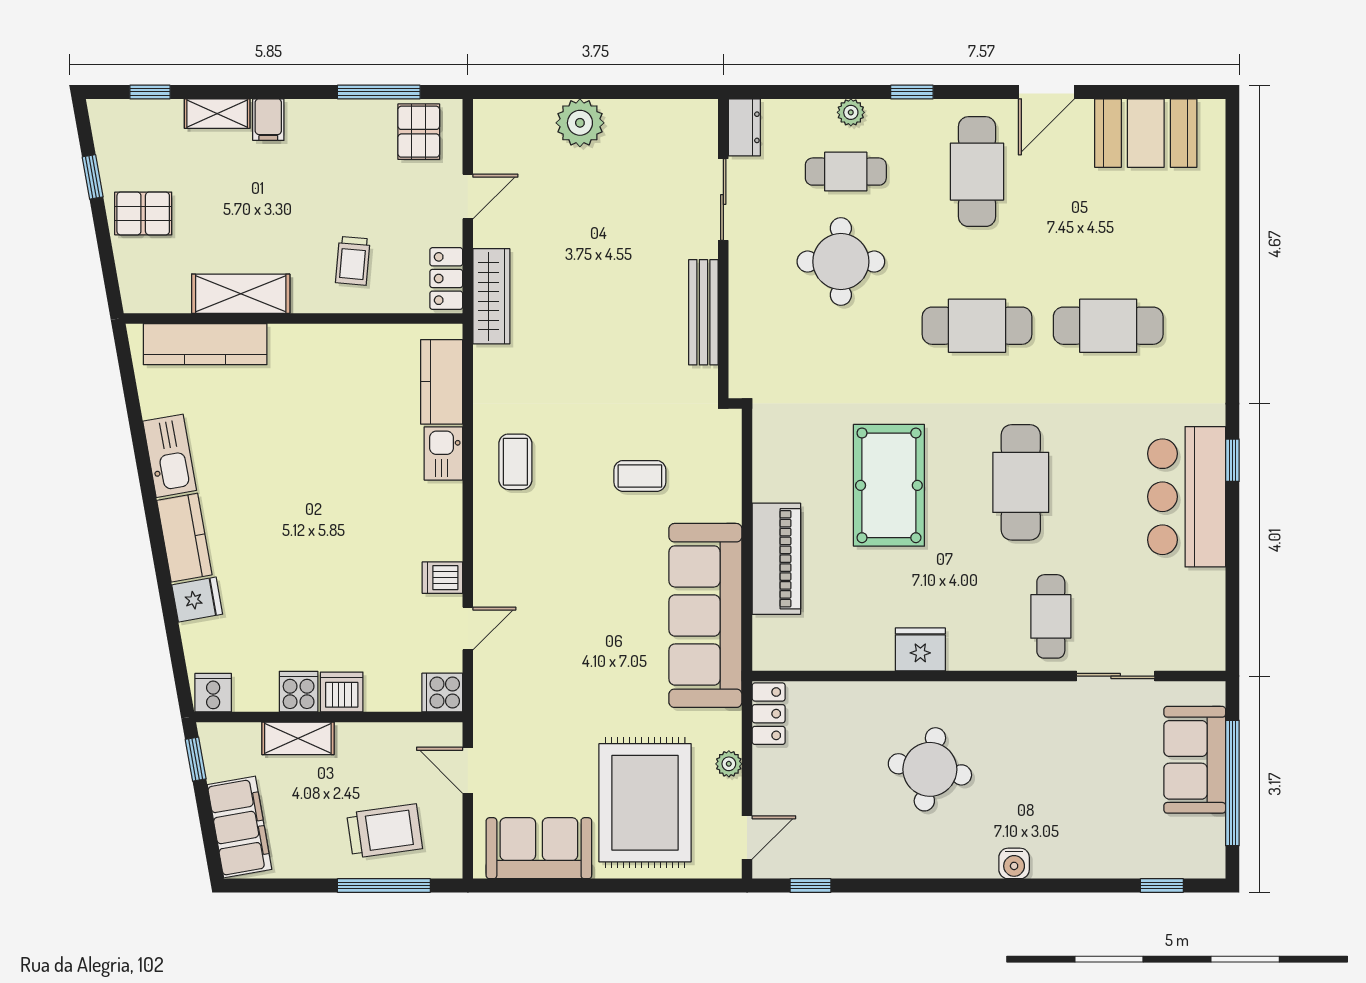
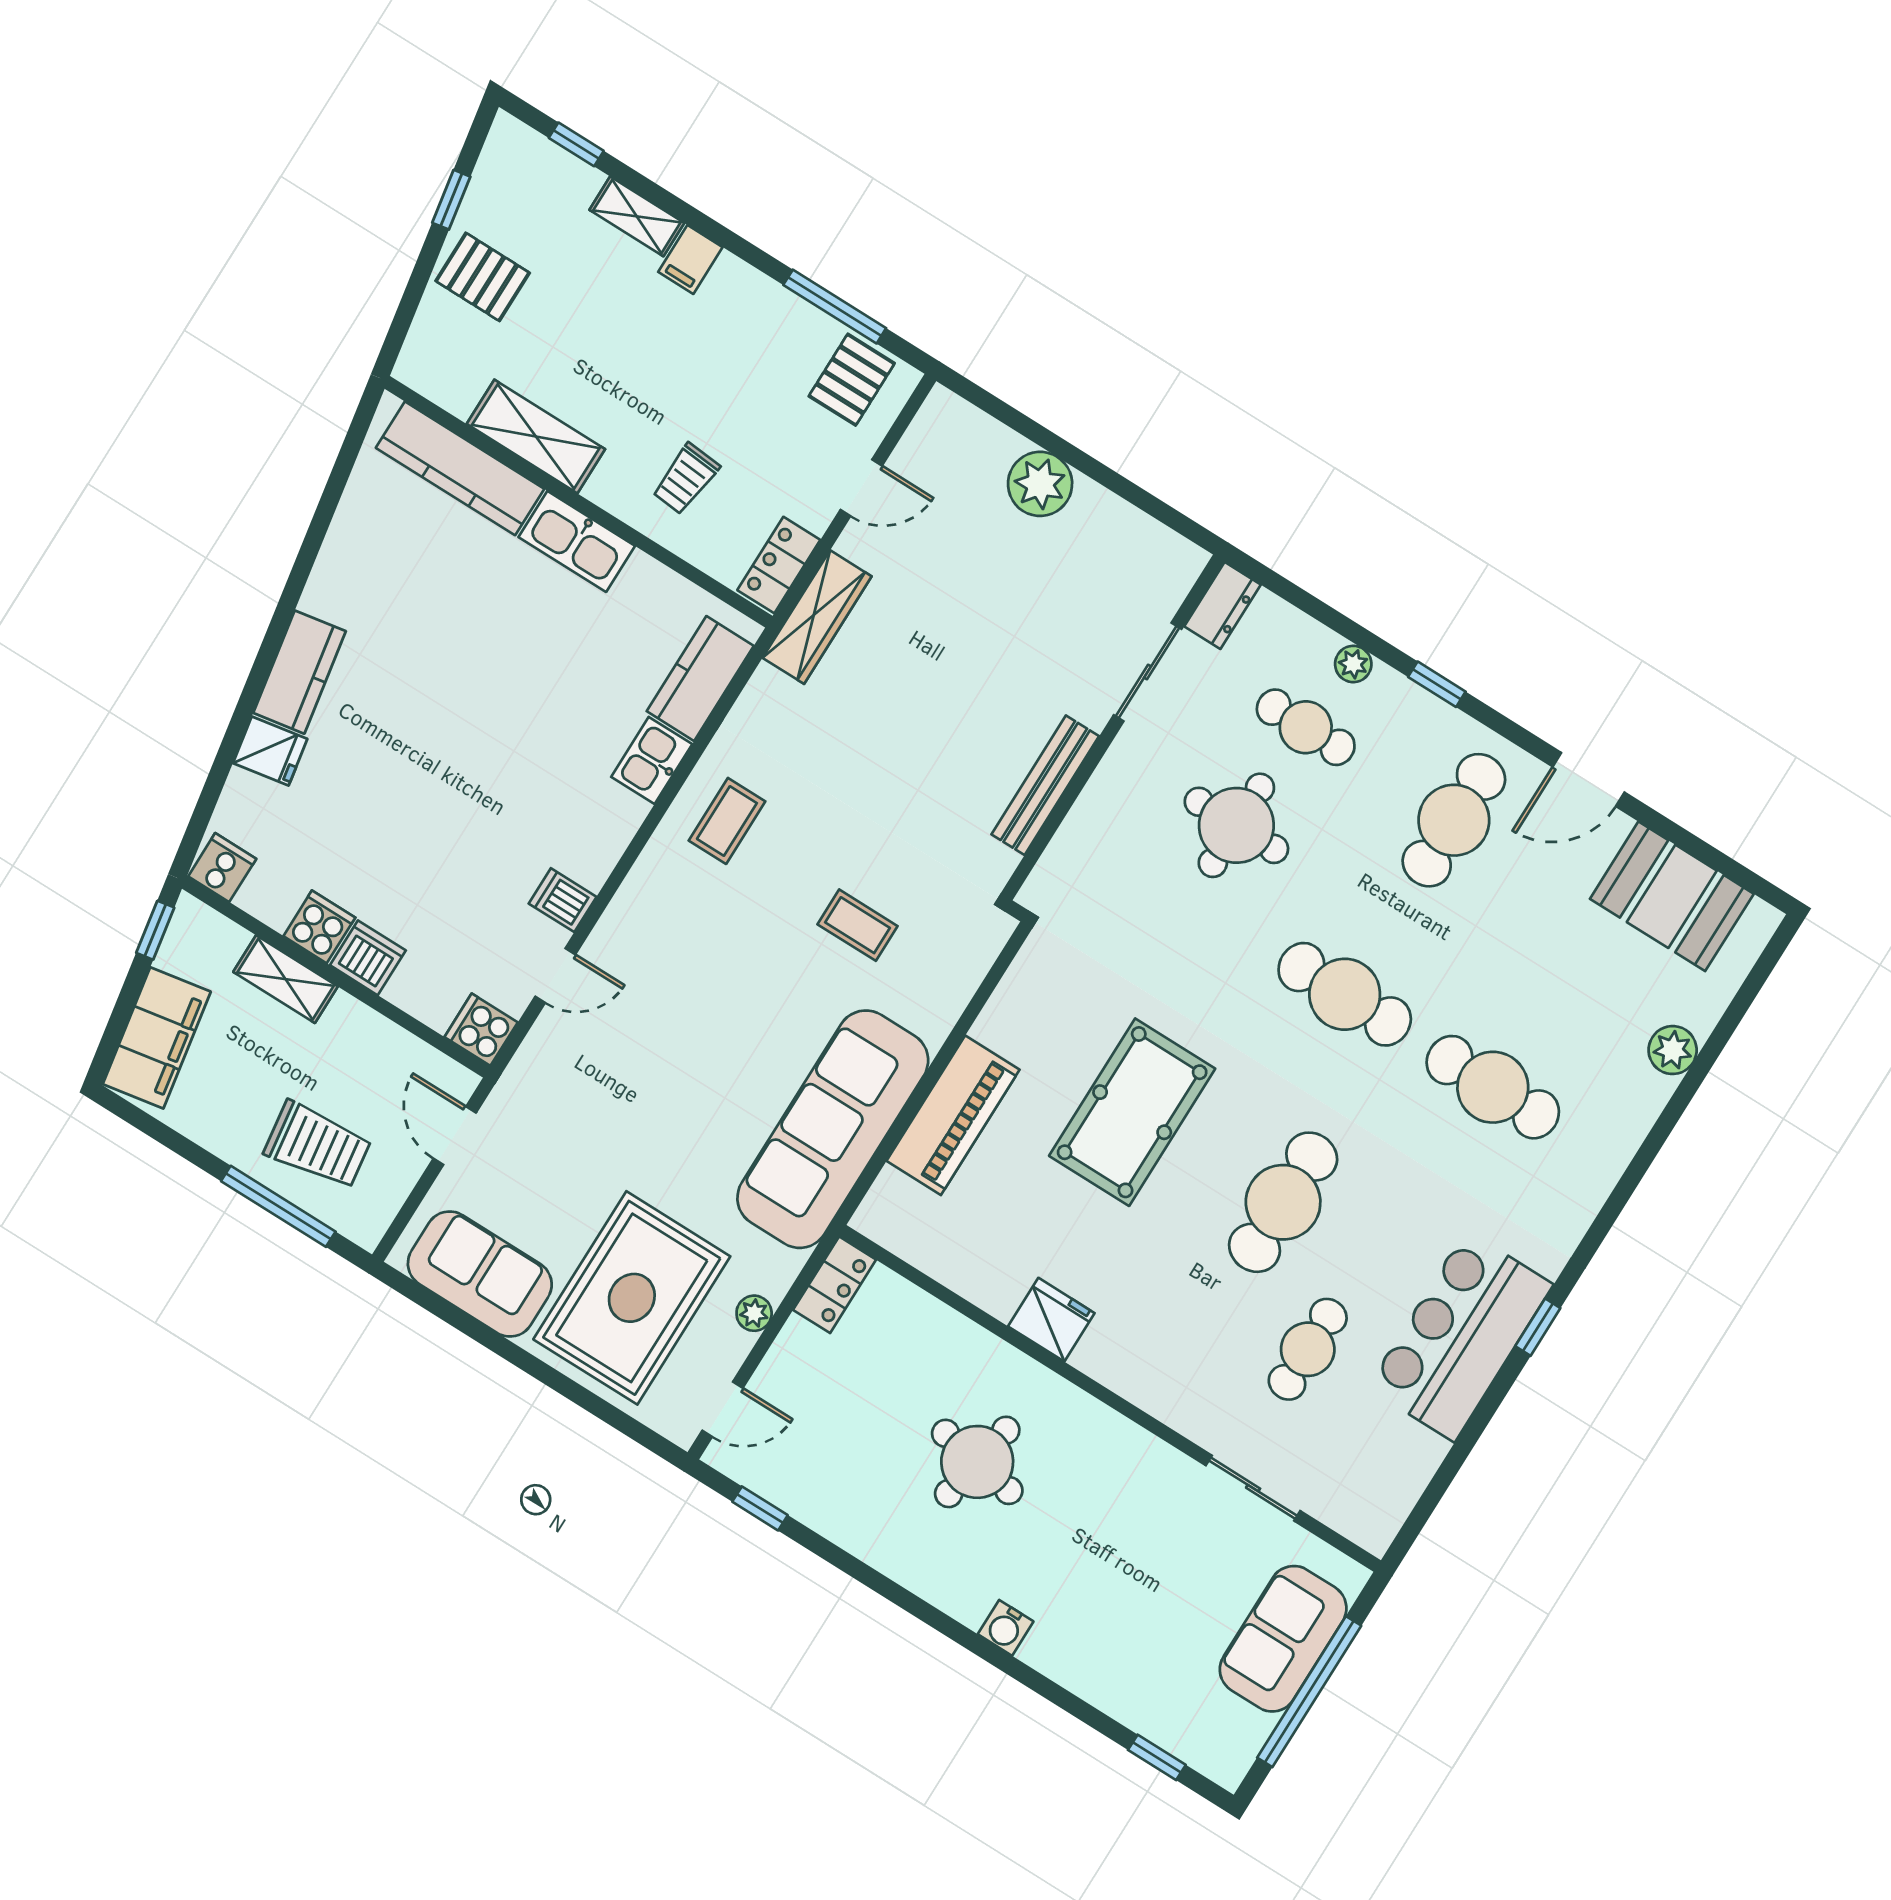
plant: (1208, 230) -> (1673, 1050), added
kitchen sink: (170, 456) -> (577, 541), moved, turned 100
cafe table: (1051, 616) -> (1308, 1349), moved

